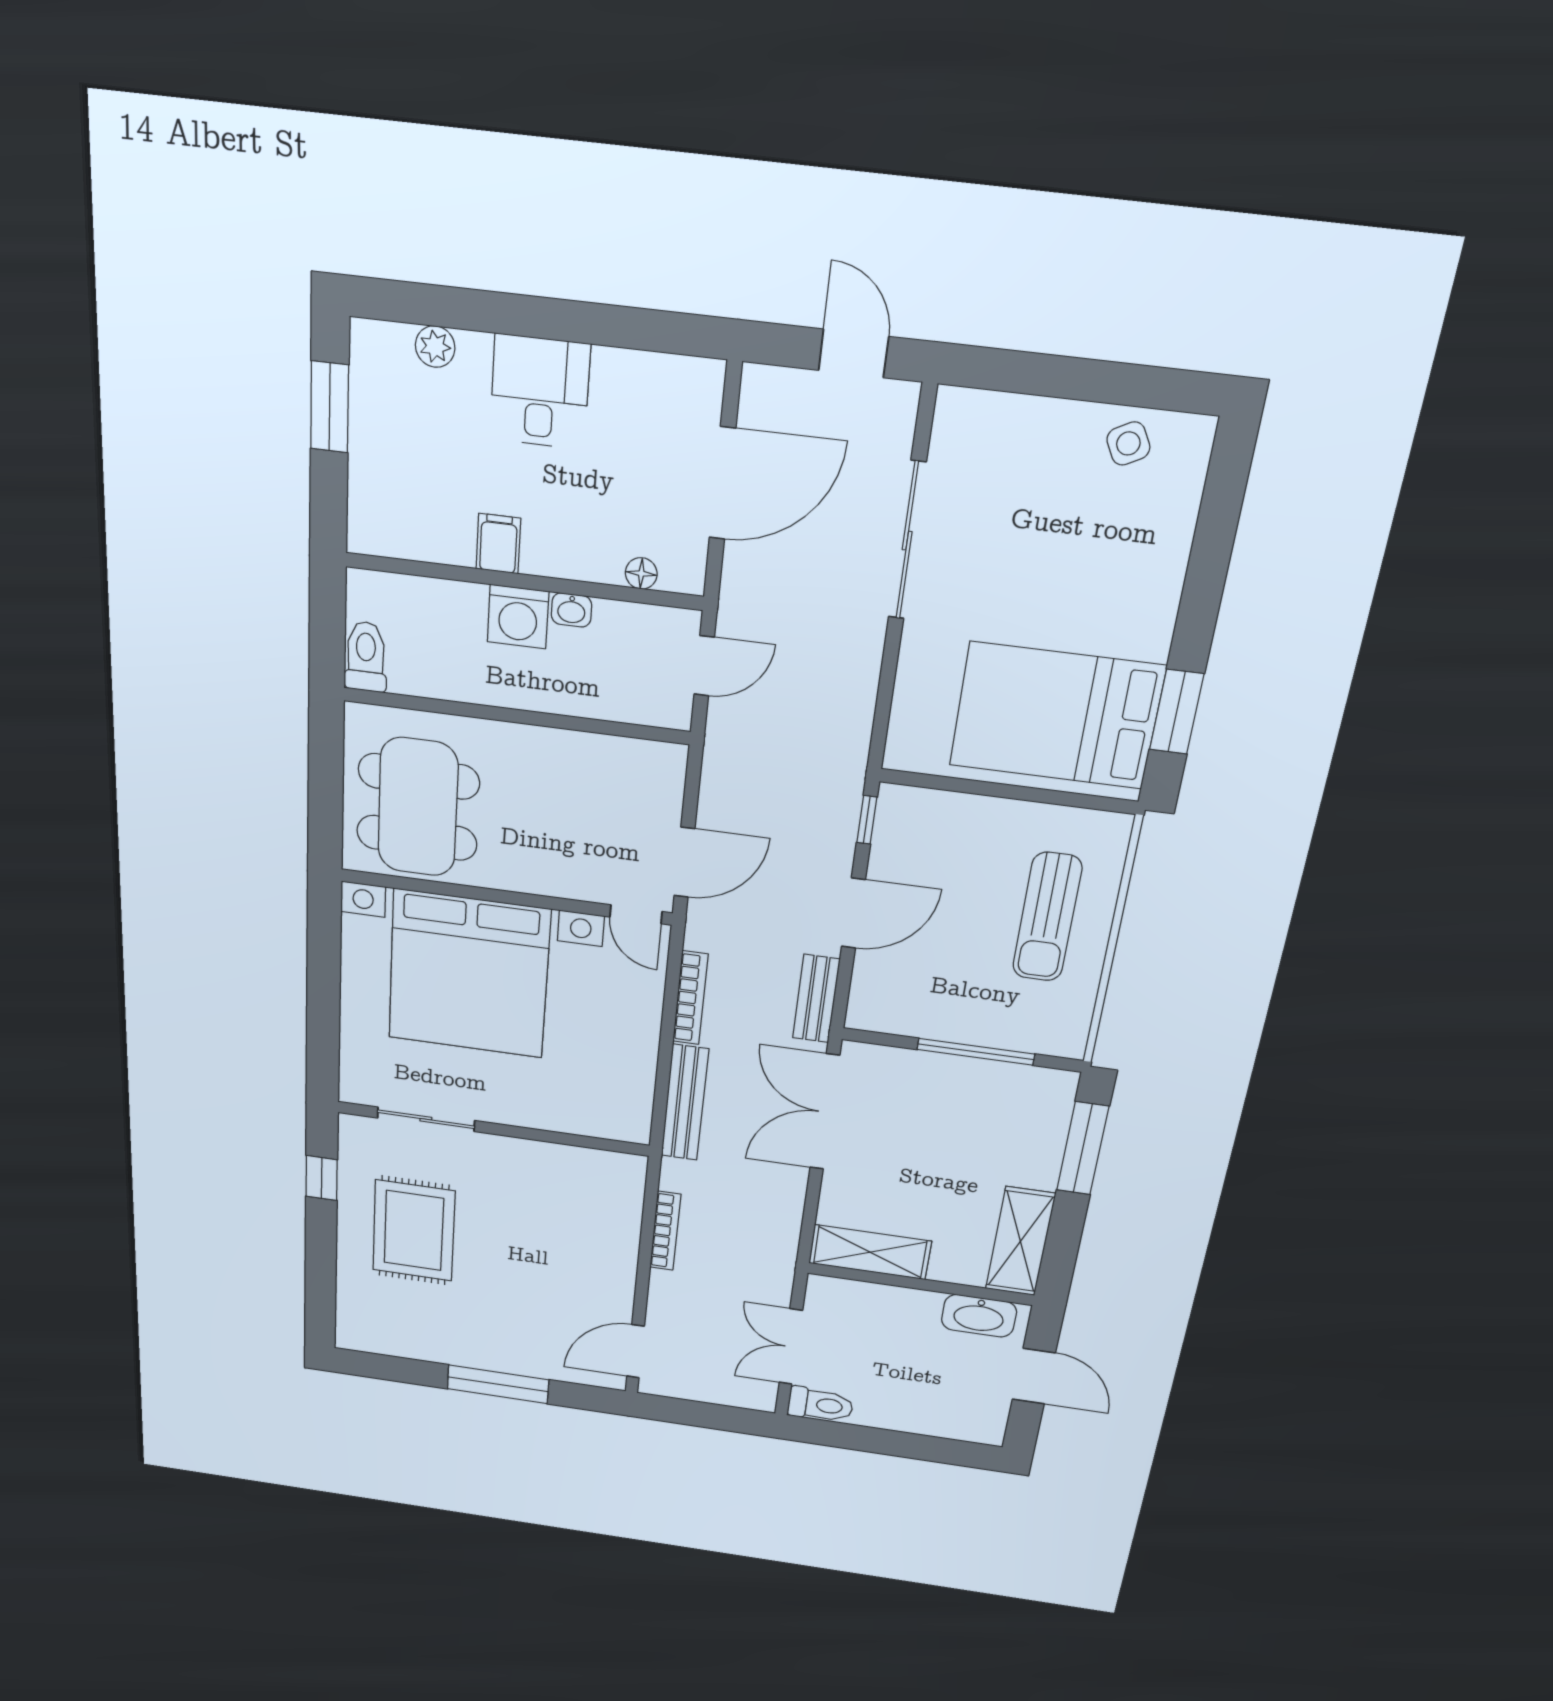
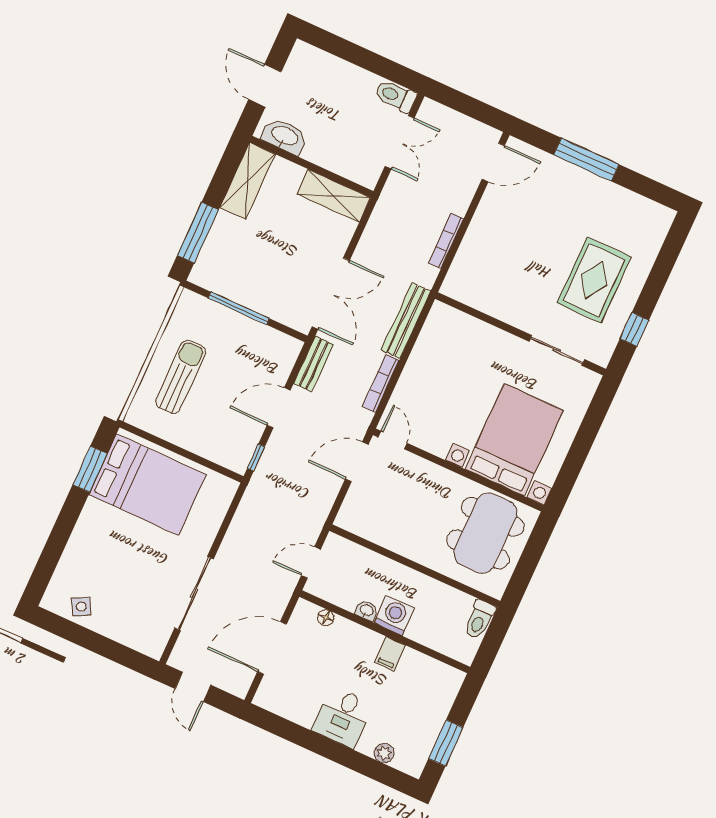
bed with nightstands: (469, 974) -> (514, 440), width x0.73

